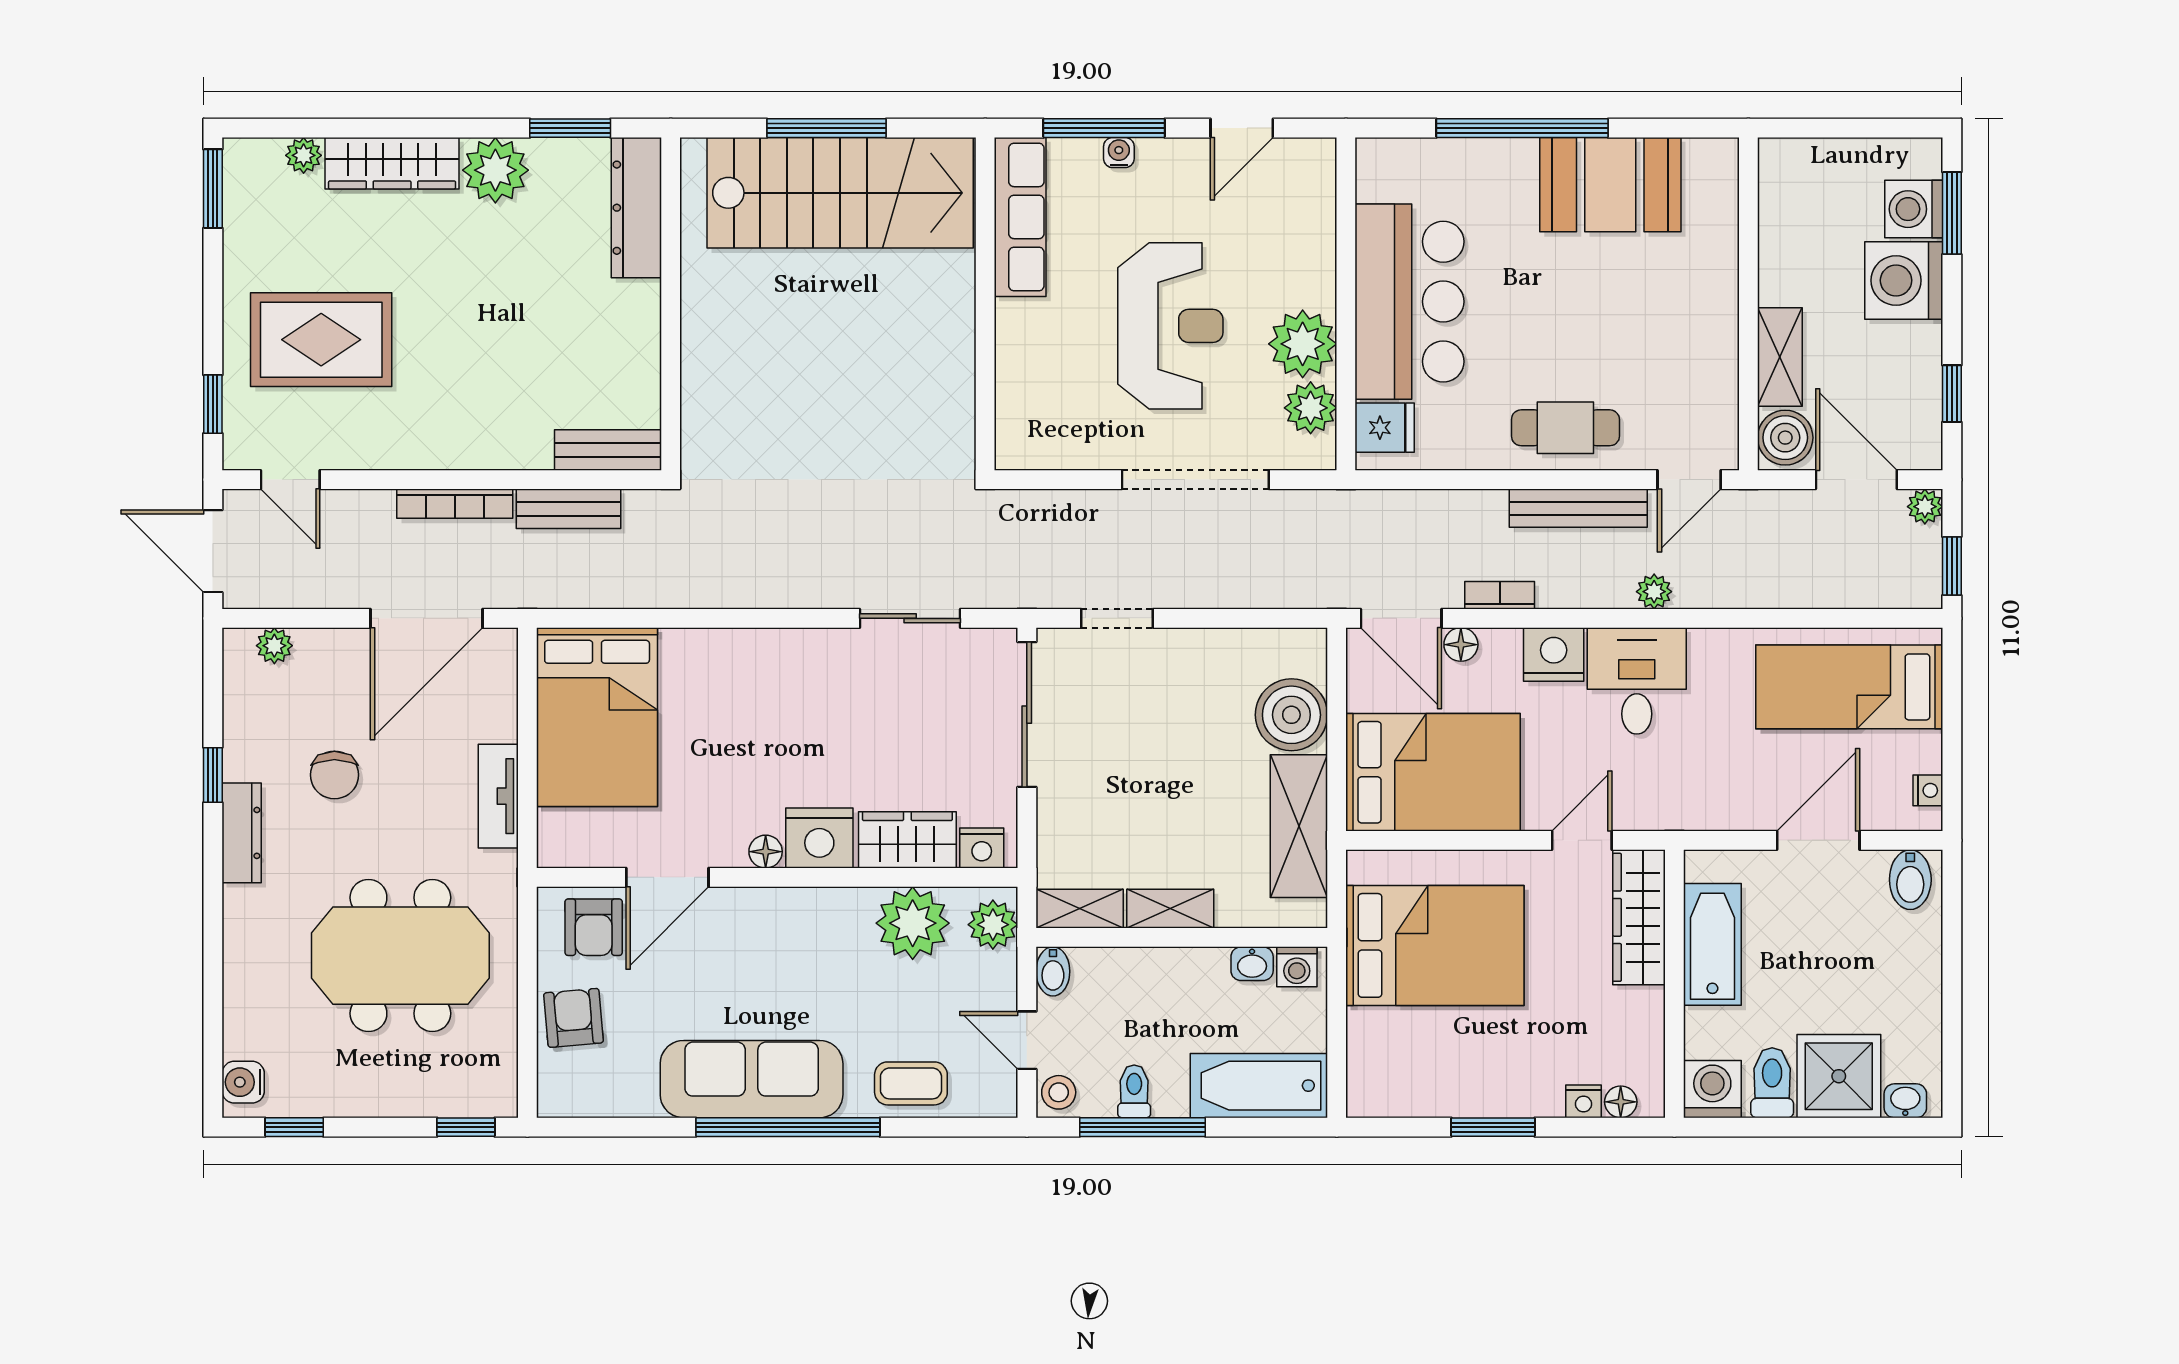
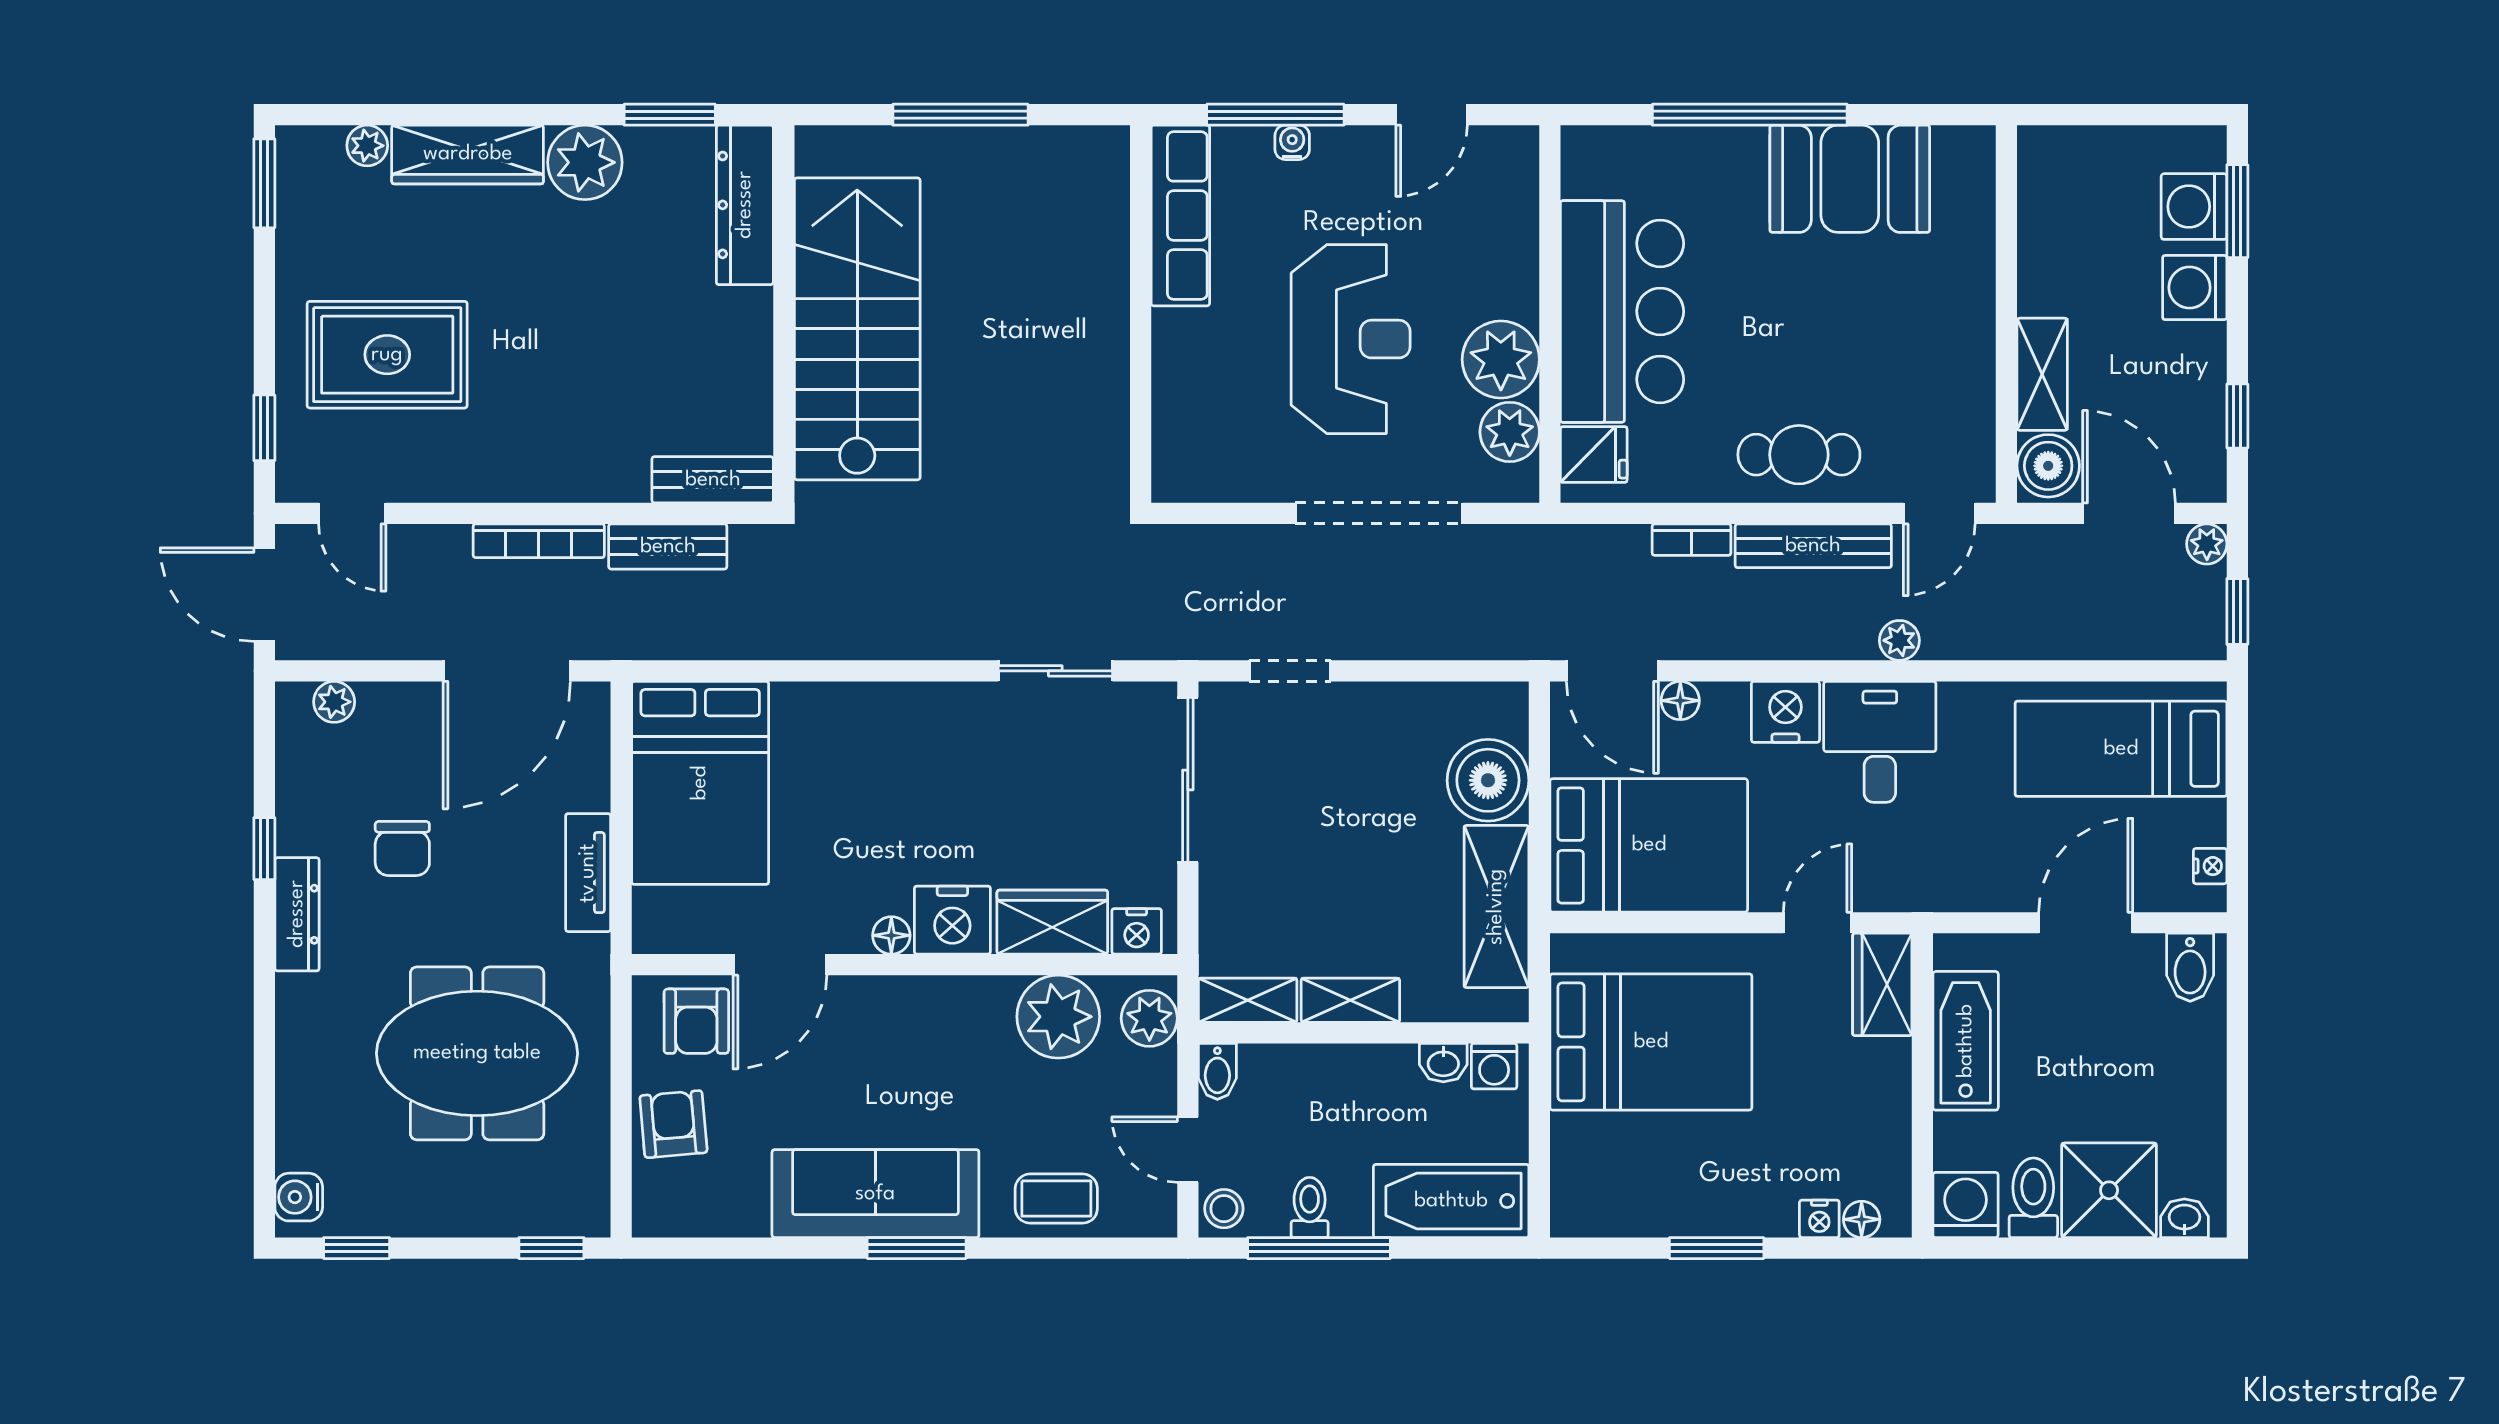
stairs: (840, 193) -> (857, 329), moved, turned -90
washing machine: (1904, 280) -> (2195, 288), width x0.73, depth x0.73
bookcase: (1500, 595) -> (1692, 540), moved, turned 180
wardrobe: (1639, 917) -> (1882, 984), width x0.67
window: (788, 1127) -> (917, 1248), width x0.47

